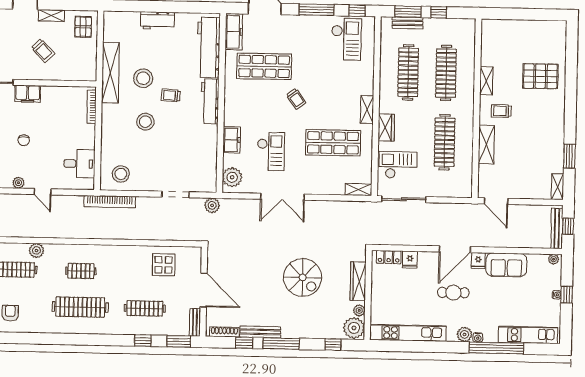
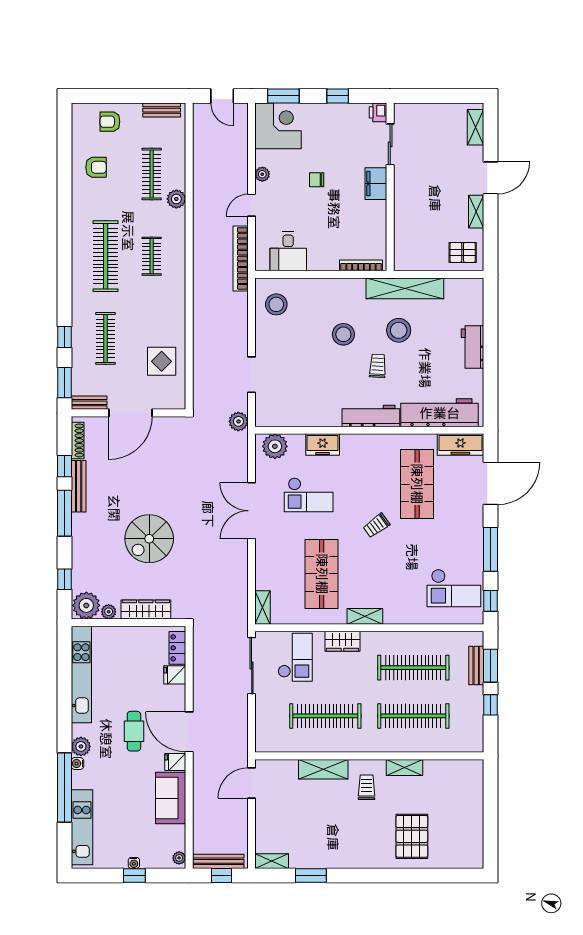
trolley: (43, 51) -> (431, 202), removed
bookcase: (110, 202) -> (241, 258), moved

